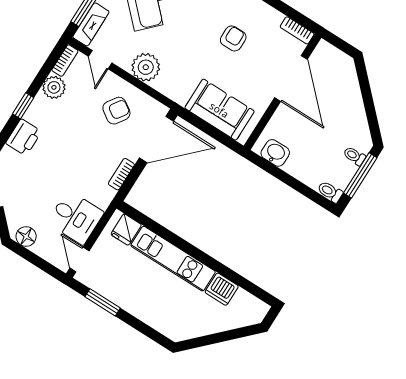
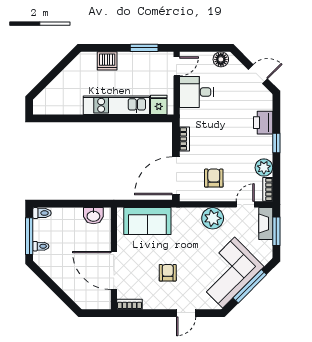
armchair: (233, 38) -> (168, 273), turned 180
door: (100, 60) -> (245, 204), hinge flipped
armchair: (116, 111) -> (214, 178), turned 146
door: (80, 260) -> (177, 66), hinge flipped
dishwasher: (222, 289) -> (107, 61), moved, turned 180

